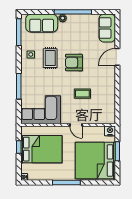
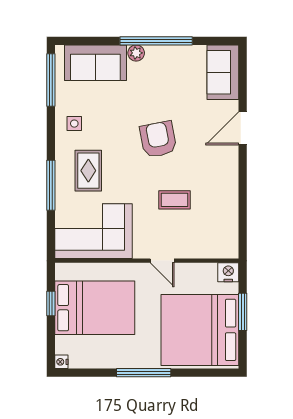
rug: (50, 58) -> (88, 171), moved
armchair: (74, 63) -> (158, 139), turned 79

